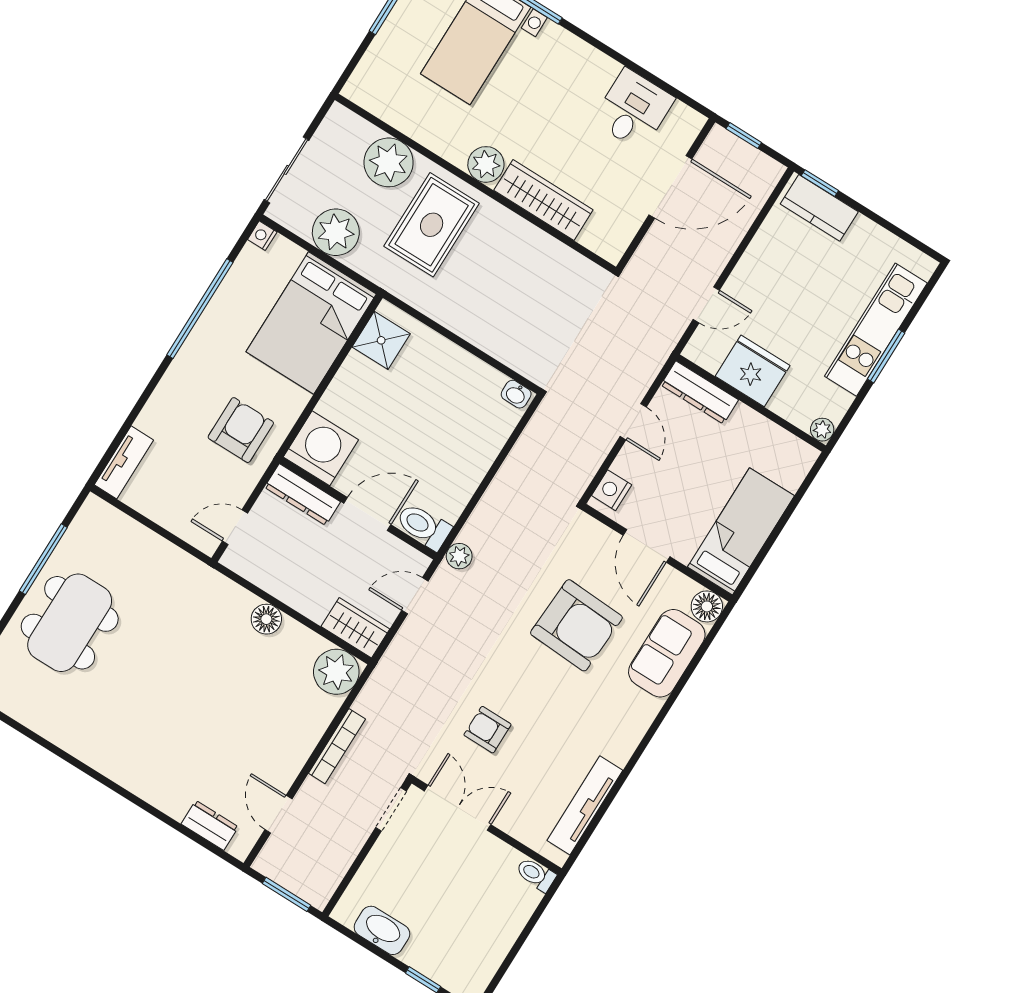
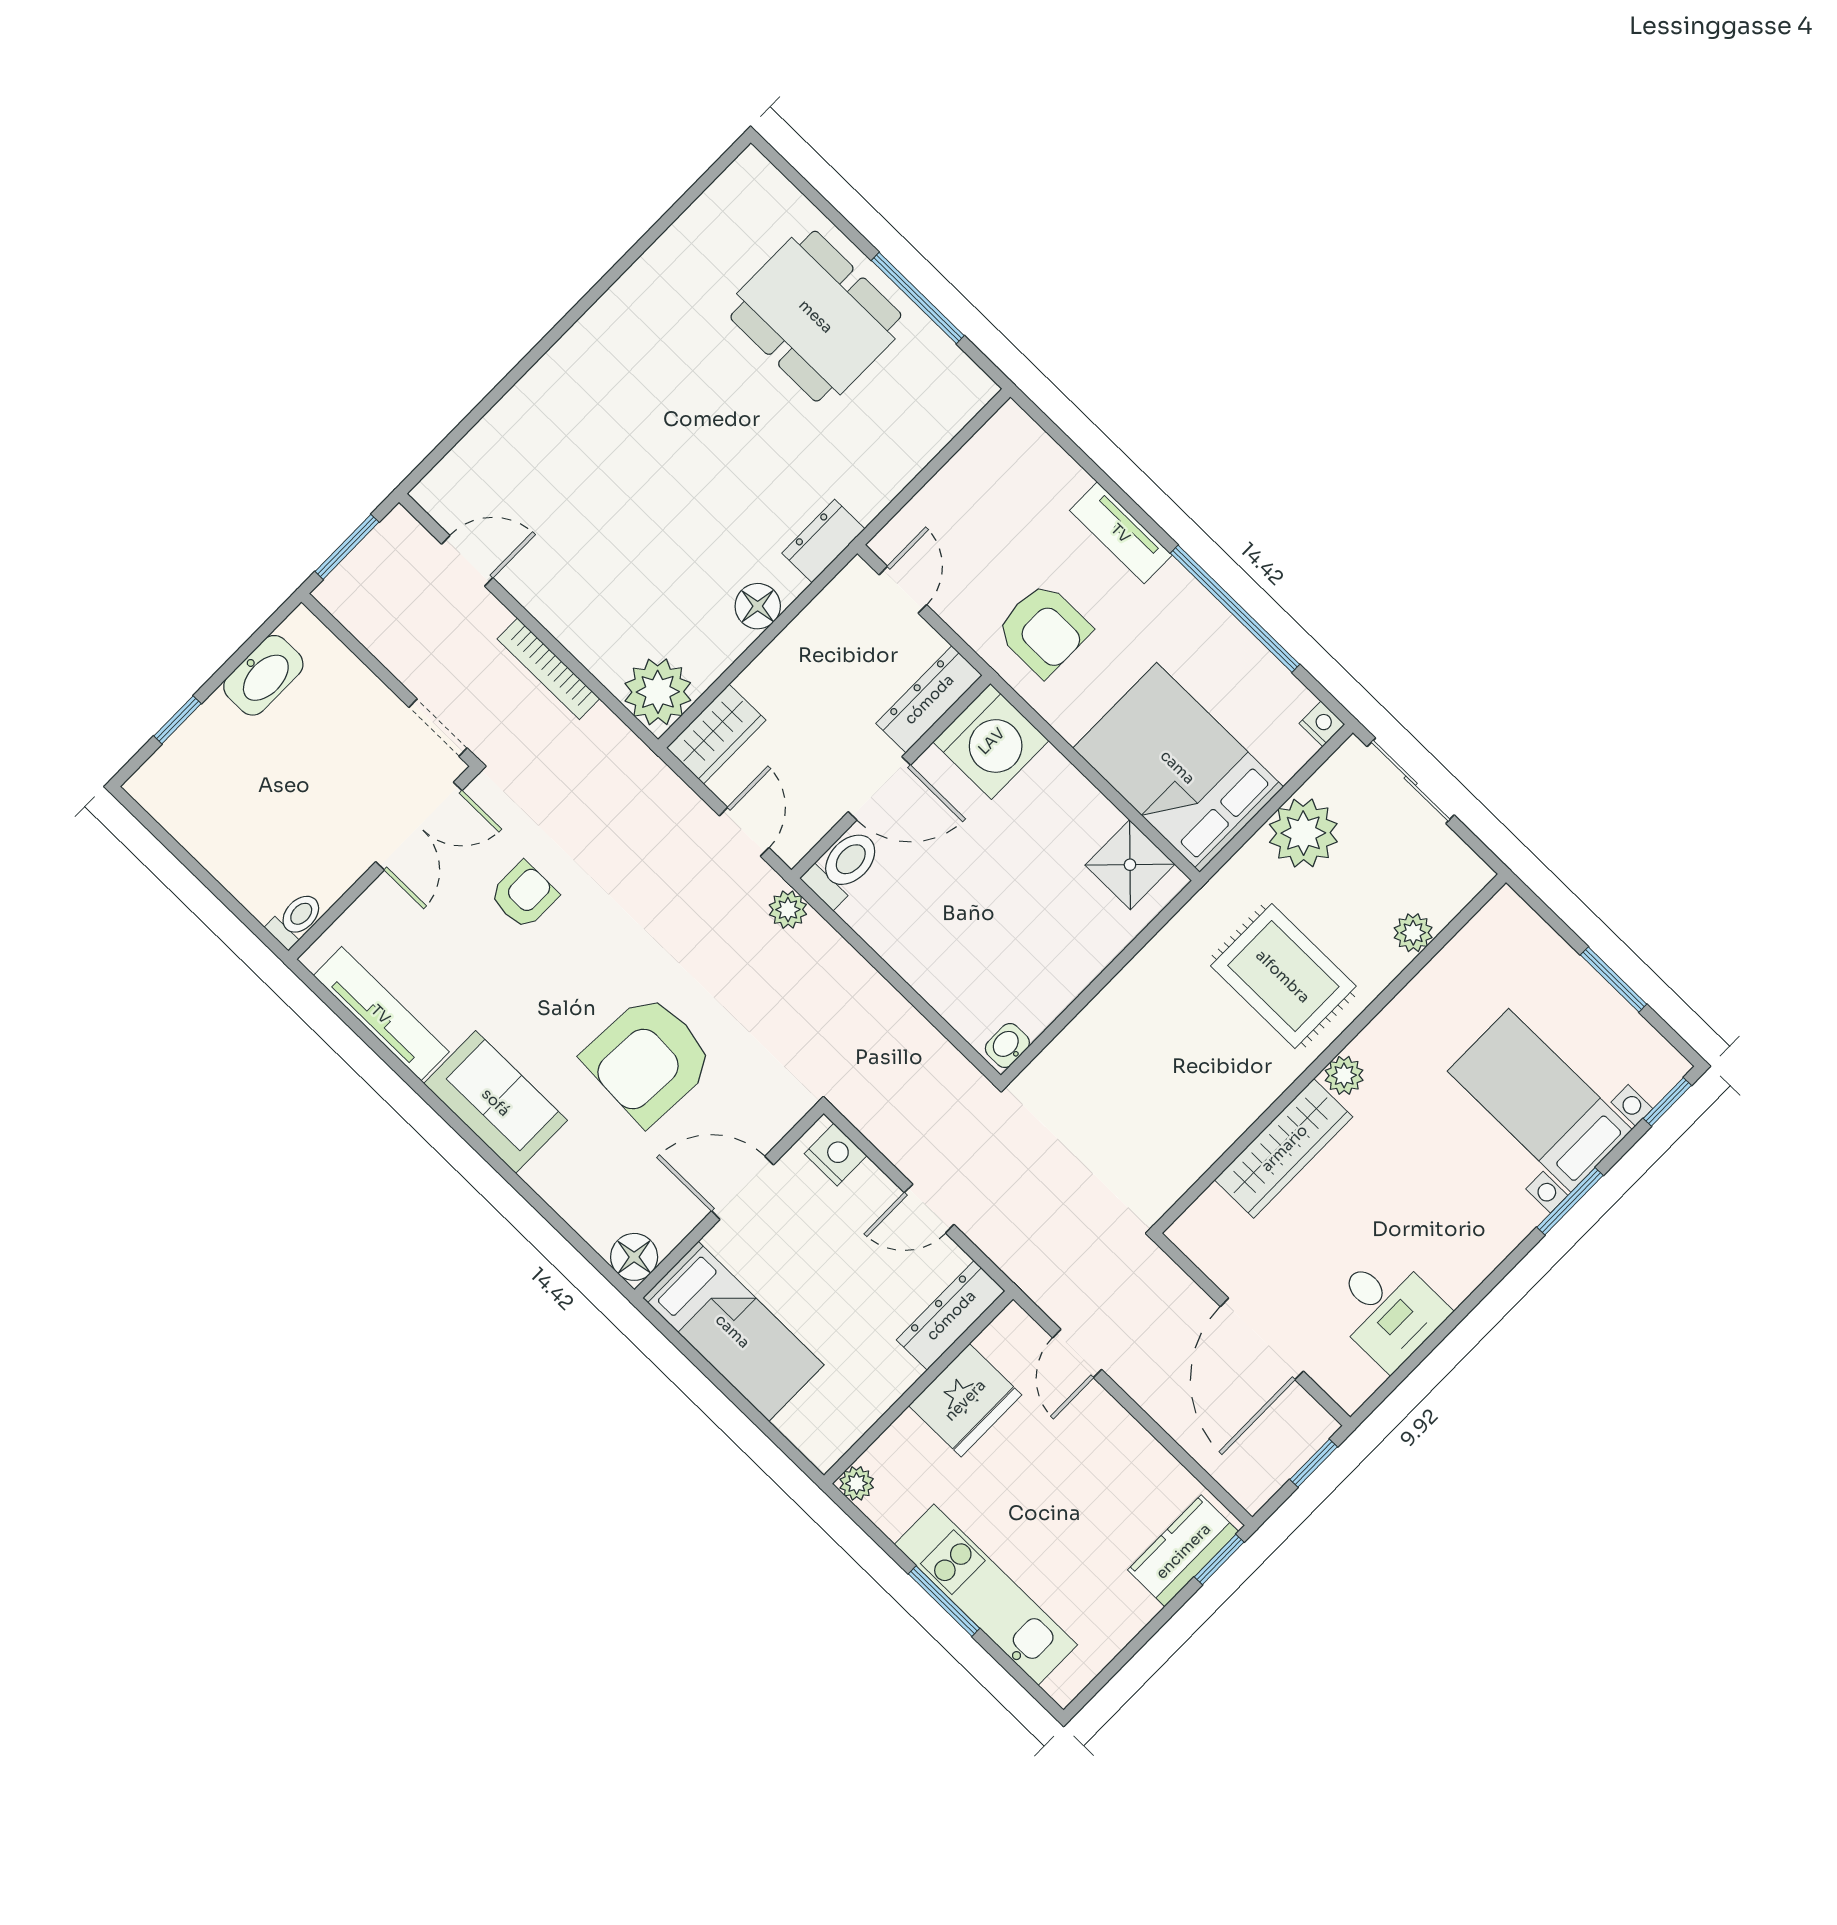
plant: (389, 162) -> (1413, 933), width x0.53, depth x0.53
plant: (486, 164) -> (1344, 1075), width x0.73, depth x0.73
tv unit: (124, 462) -> (1121, 533), moved
door: (367, 514) -> (879, 788), hinge flipped
sofa: (667, 653) -> (496, 1102), moved
dresser: (210, 825) -> (823, 541), moved, turned 180

